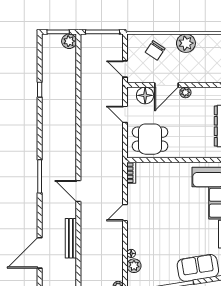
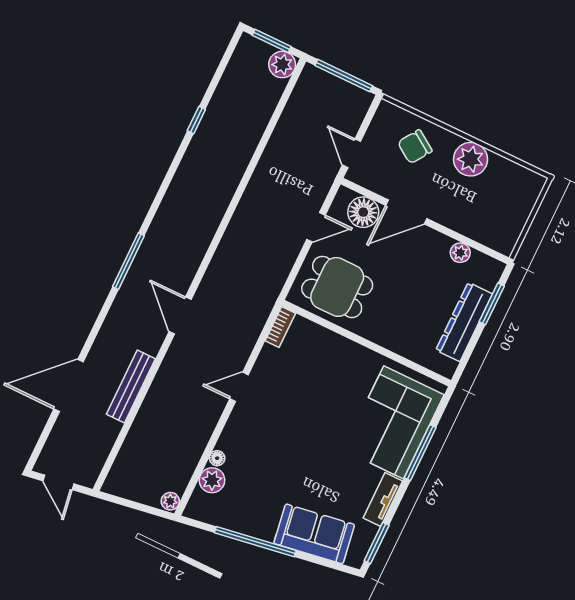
plant: (185, 92) -> (460, 253), moved
door: (125, 114) -> (316, 227), swing flipped

